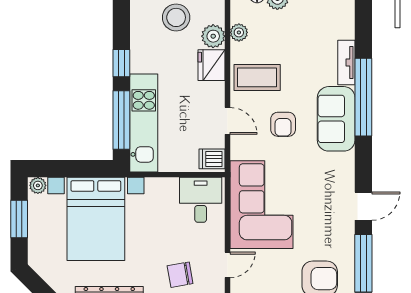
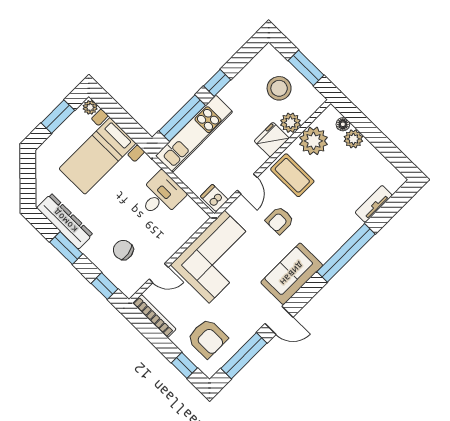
plant: (239, 32) -> (313, 141), width x1.87, depth x1.87
tv unit: (346, 62) -> (374, 204), moved
sofa: (336, 119) -> (292, 274), moved
desk: (201, 200) -> (161, 195), moved
bed with nightstands: (96, 219) -> (98, 156), width x0.73

